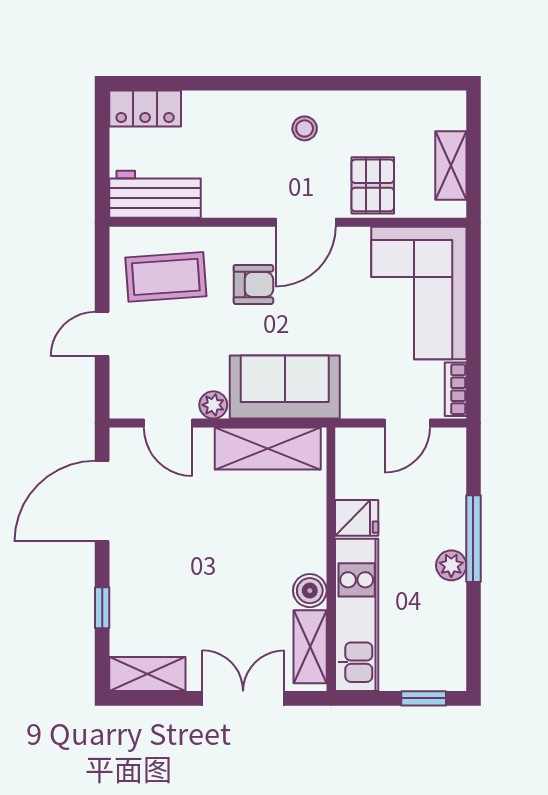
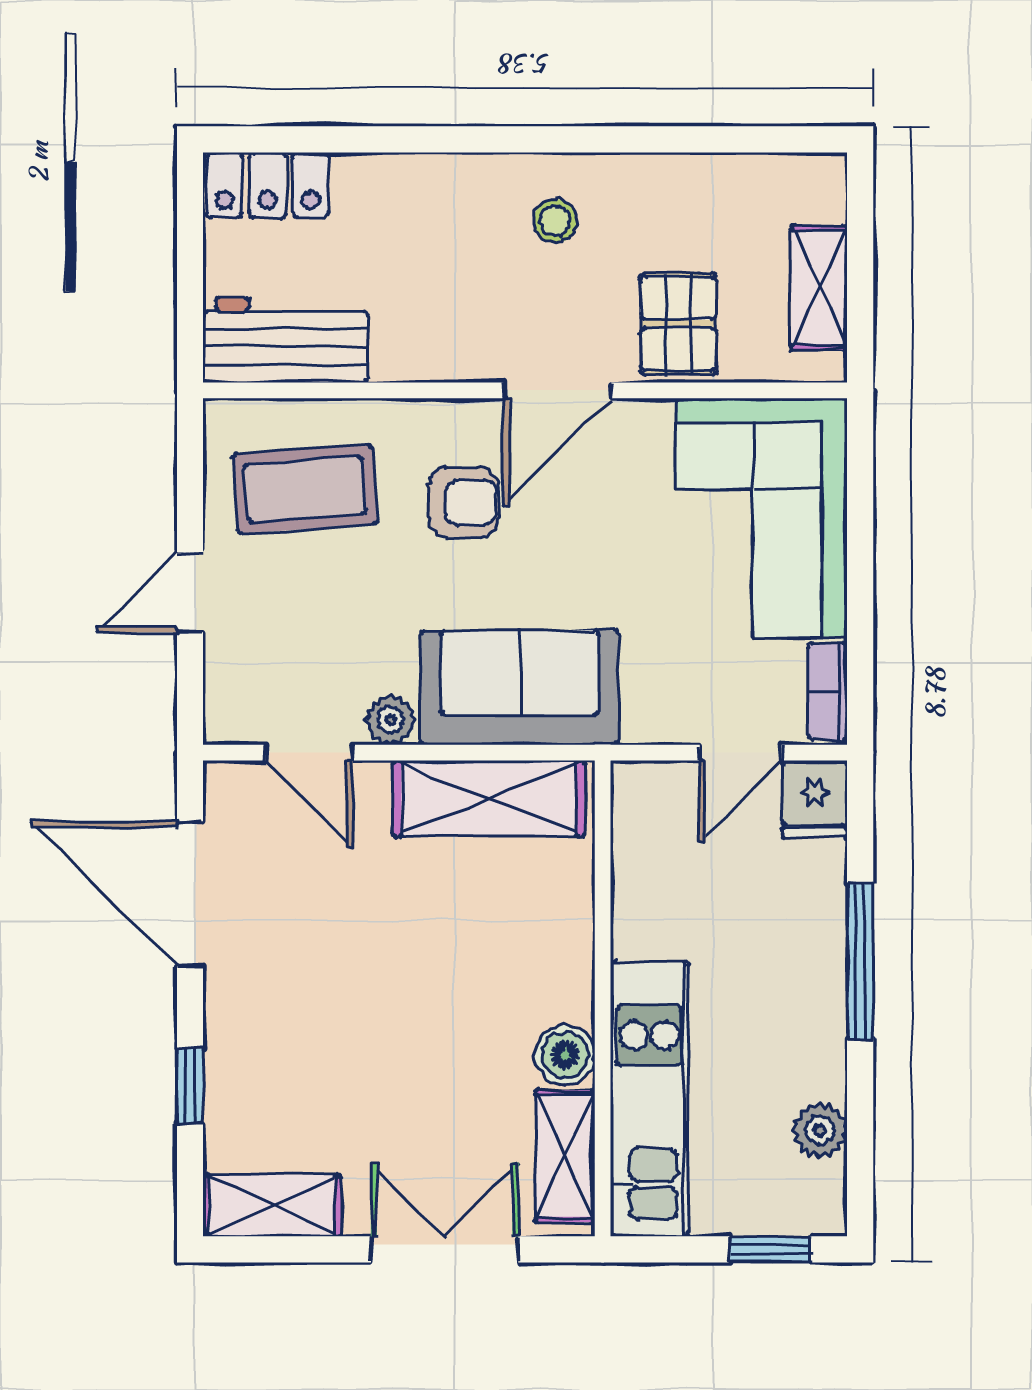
door: (102, 501) -> (190, 894), hinge flipped
fridge: (357, 518) -> (815, 799), moved, turned 90
plant: (451, 565) -> (820, 1130), moved

